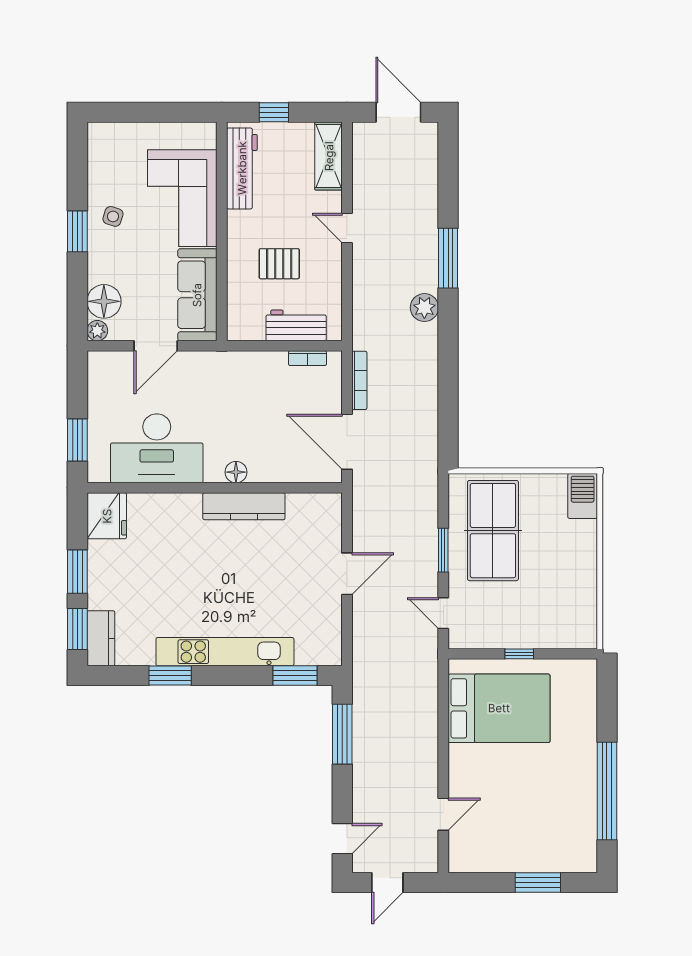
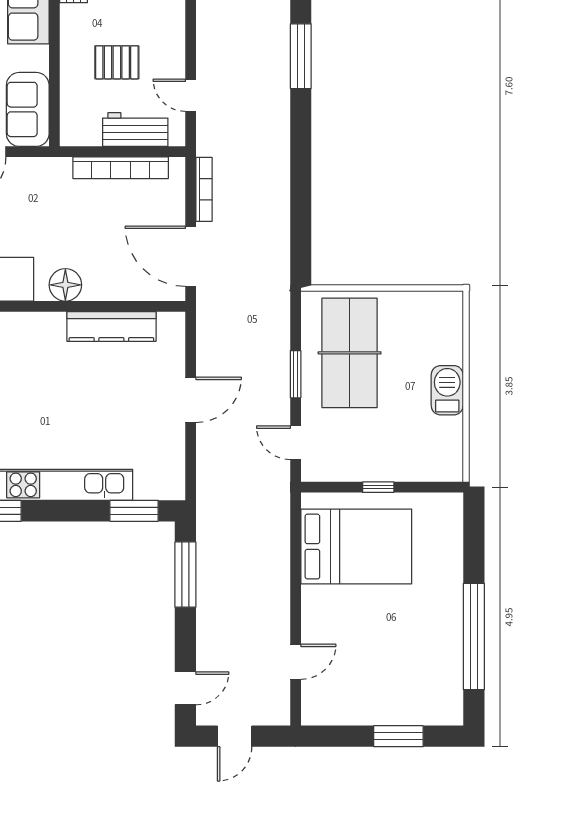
door: (347, 228) -> (191, 95), moved
sofa: (197, 295) -> (28, 109), width x0.73
plant: (424, 308) -> (275, 110), removed
bookcase: (307, 358) -> (121, 168), width x2.31, depth x1.31
floor lamp: (236, 472) -> (65, 285), width x1.38, depth x1.38
barbecue: (583, 496) -> (447, 390), moved
kitchen counter: (244, 506) -> (111, 326), moved

